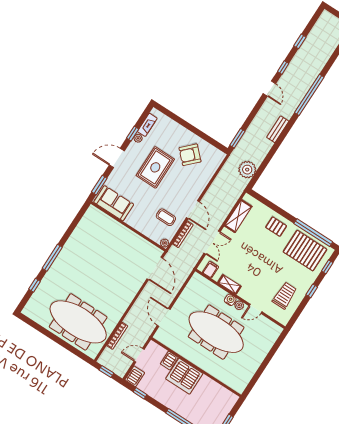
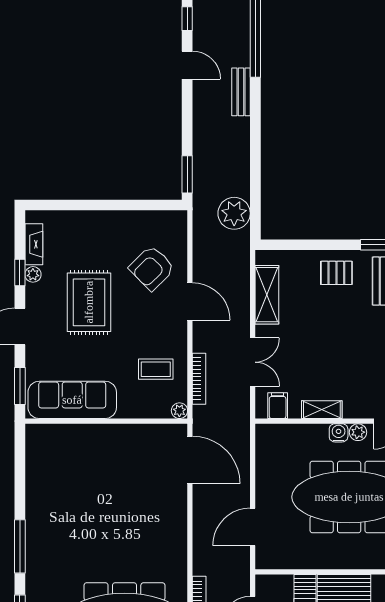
bench: (278, 129) -> (241, 92), moved
armchair: (190, 155) -> (152, 268), moved
sofa: (114, 203) -> (72, 400), width x1.36
door: (193, 210) -> (190, 301), moved
door: (164, 317) -> (253, 527), hinge flipped

